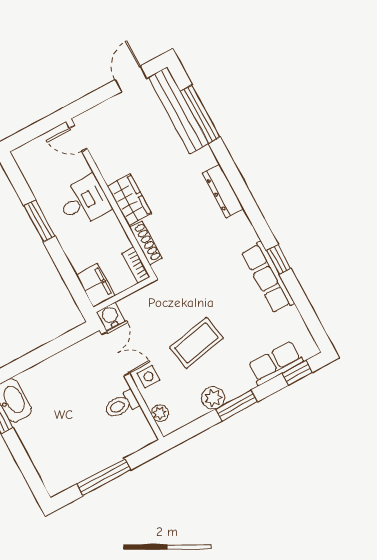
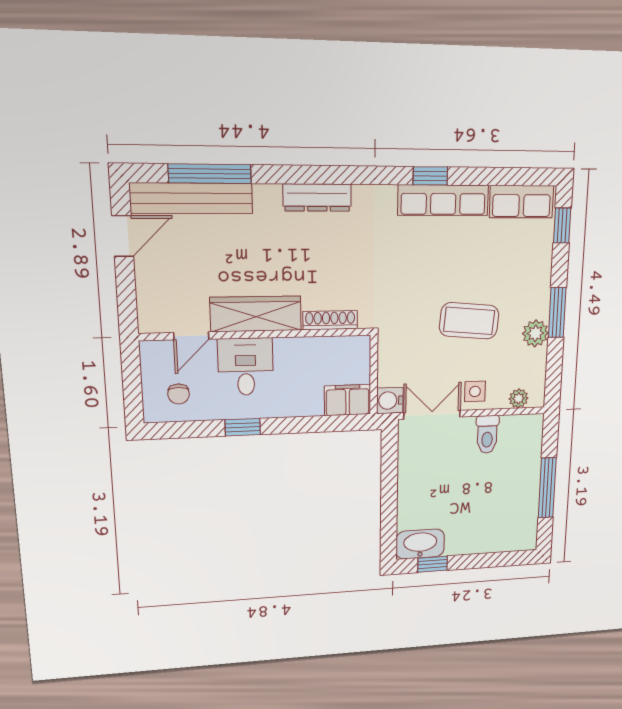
door: (131, 79) -> (123, 236), swing flipped
door: (78, 138) -> (191, 336), moved
chair: (42, 165) -> (179, 394), added
wardrobe: (129, 200) -> (256, 314), width x1.50
window: (40, 221) -> (243, 427), width x0.67
bookcase: (136, 265) -> (349, 344), removed
coffee table: (196, 343) -> (469, 321), turned -74
row of seats: (276, 363) -> (522, 202), moved, turned -90

